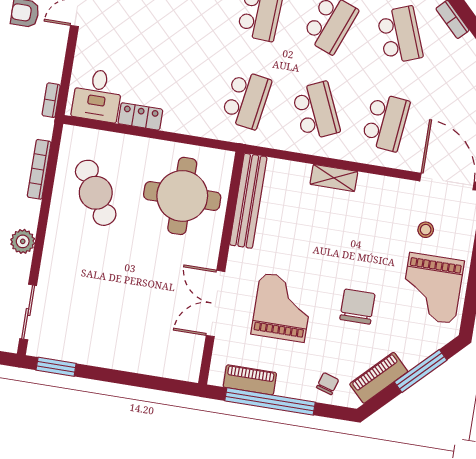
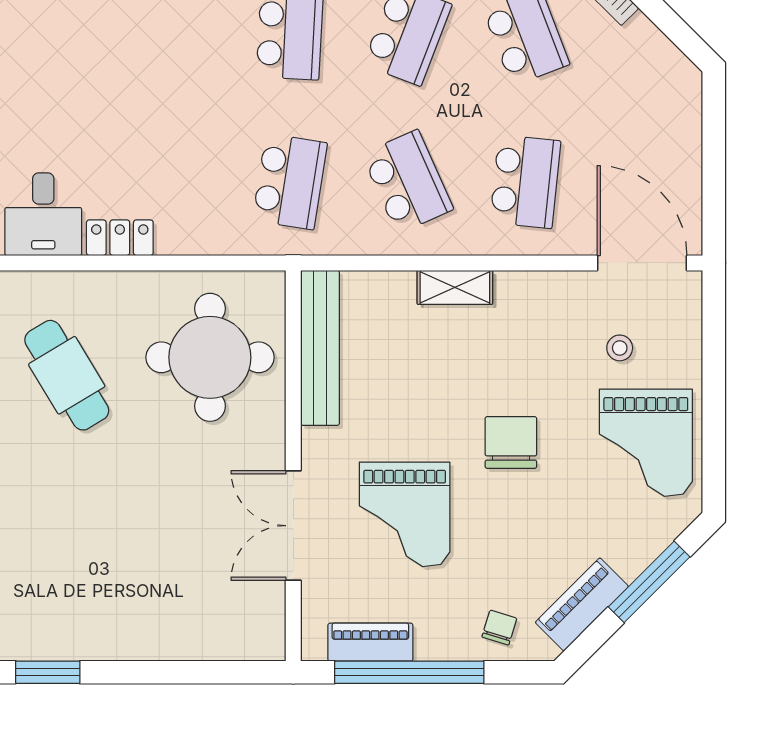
grand piano: (282, 307) -> (405, 514), turned 180
chair: (357, 307) -> (511, 442), moved

